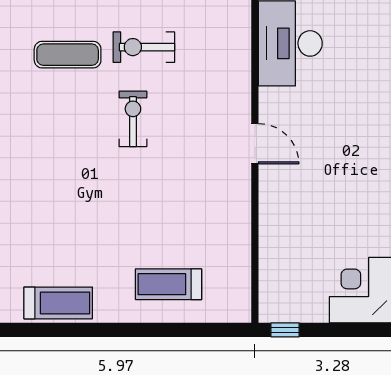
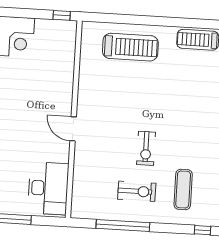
exercise mat: (68, 55) -> (183, 189), turned 90
treadmill: (169, 284) -> (130, 47), width x1.37, depth x1.38

